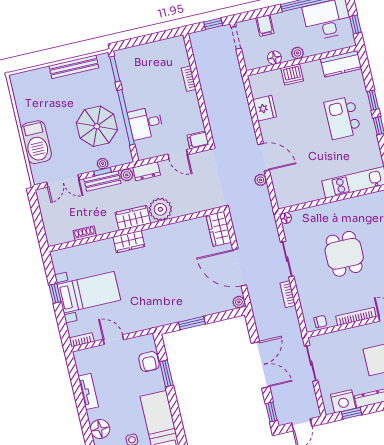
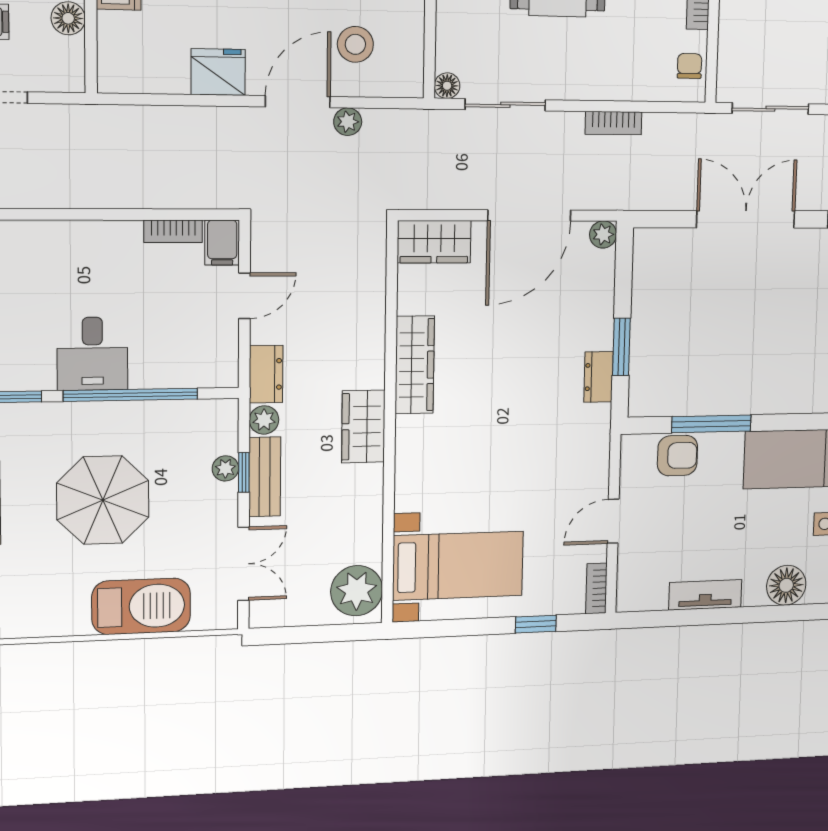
bookcase: (189, 79) -> (173, 231), moved
fridge: (265, 108) -> (218, 72), moved
desk: (146, 123) -> (92, 354), moved
parasol: (97, 126) -> (103, 500), moved
stool: (293, 175) -> (355, 44), added
plant: (160, 209) -> (357, 591), moved
shoe rack: (85, 233) -> (371, 538), removed
wardrobe: (129, 242) -> (415, 365), moved, width x1.50
sliding door: (287, 259) -> (505, 105), moved
bed with nightstands: (89, 292) -> (458, 566), moved, turned 90
window: (55, 293) -> (536, 624), moved
dresser: (176, 316) -> (598, 377), added
window: (166, 374) -> (711, 424), width x1.44

